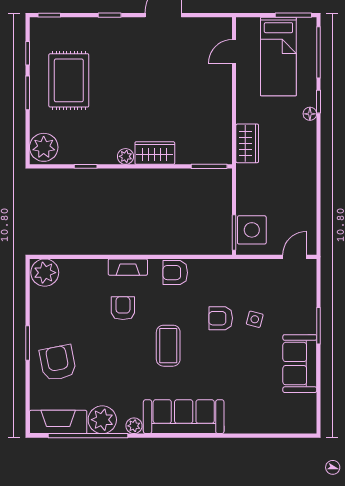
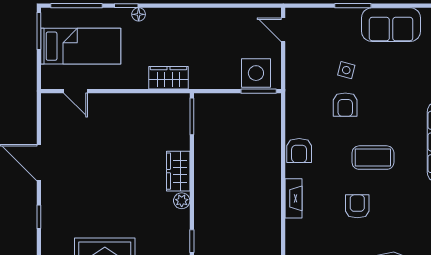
armchair: (123, 308) -> (357, 206), moved, turned 90

